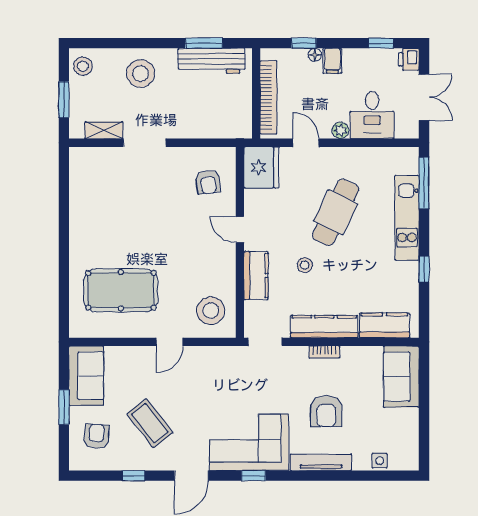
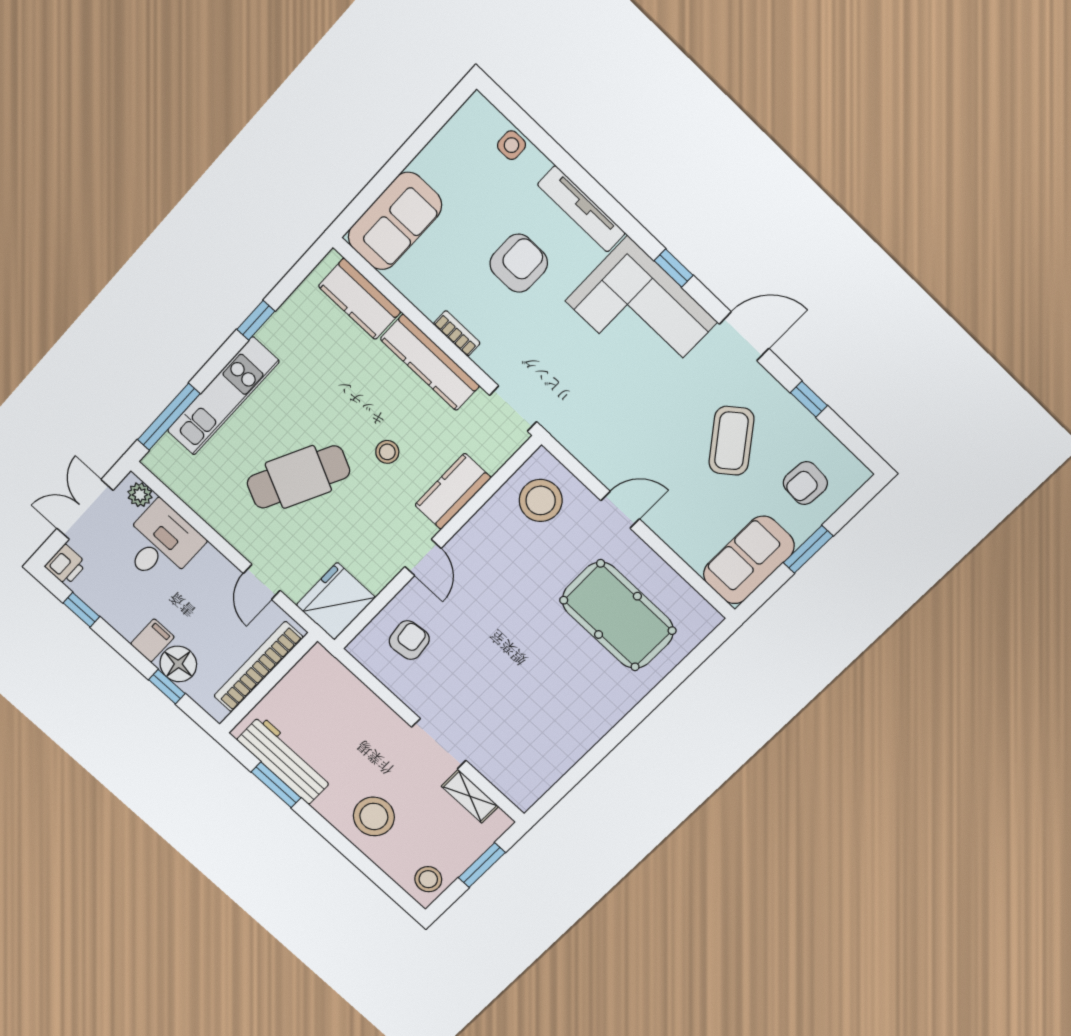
floor lamp: (315, 55) -> (178, 664), width x1.89, depth x1.89
plant: (340, 130) -> (140, 495), moved

